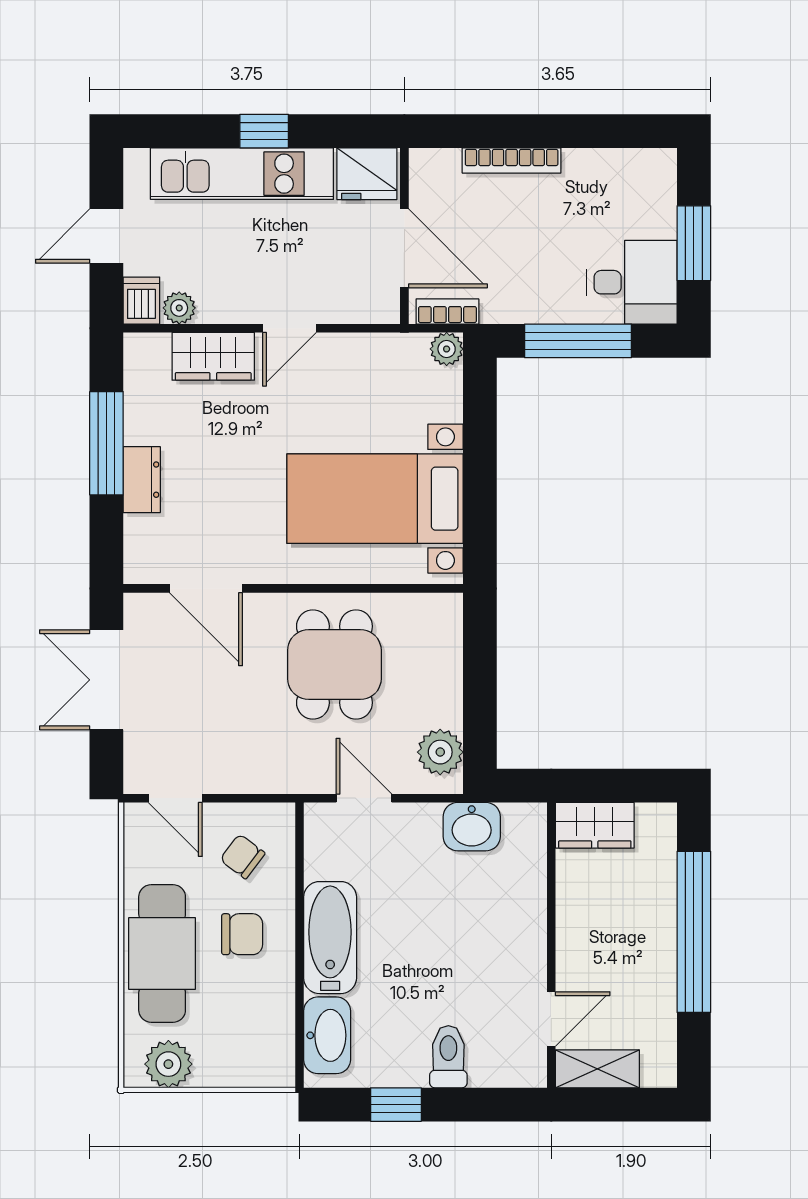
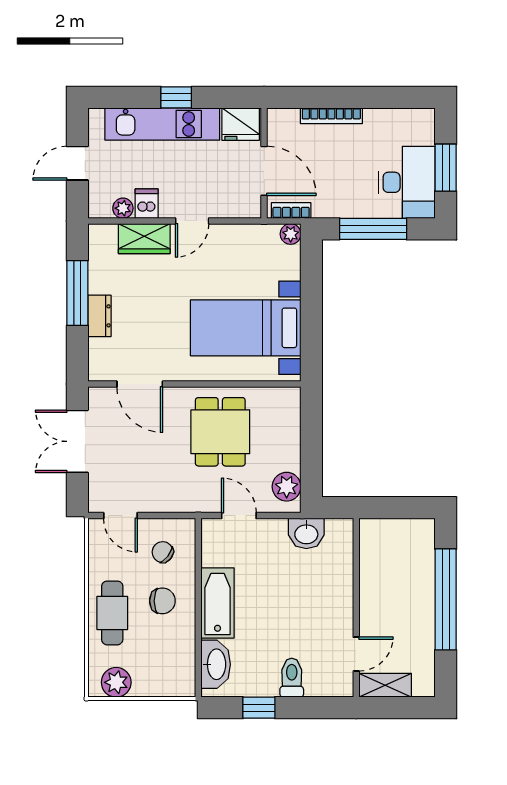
desk: (632, 282) -> (407, 182), width x1.37
dishwasher: (141, 301) -> (147, 204), moved
wardrobe: (595, 825) -> (383, 533), removed
cafe table: (162, 953) -> (112, 613), width x0.73, depth x0.74

